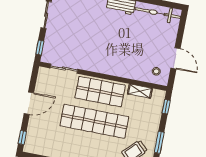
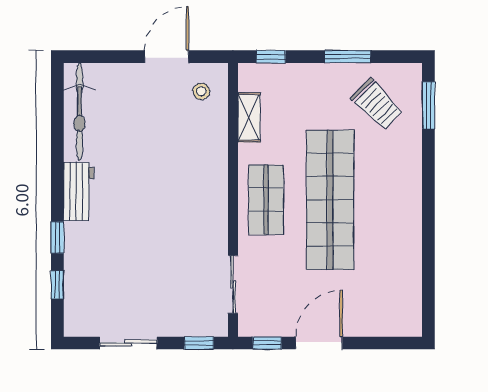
shop shelf: (100, 92) -> (266, 200), width x0.70, depth x0.74
door: (29, 103) -> (319, 343), hinge flipped
window: (22, 138) -> (267, 343), moved

